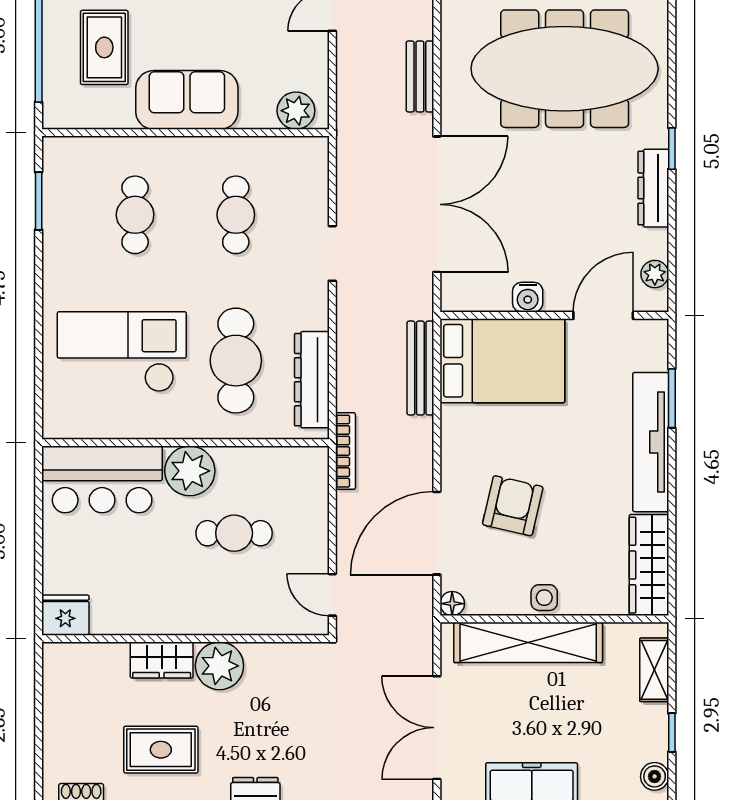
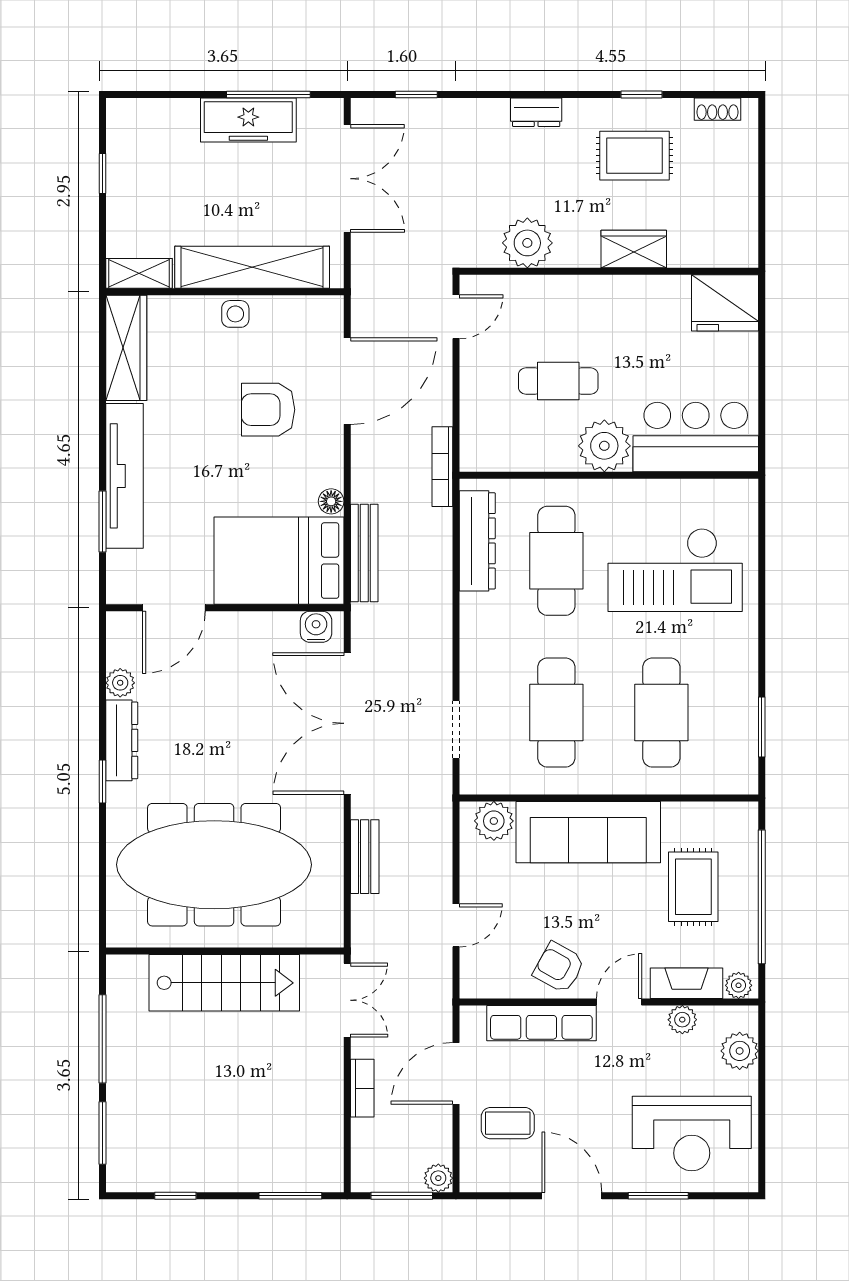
sofa: (187, 100) -> (588, 832), width x1.36
cafe table: (135, 215) -> (661, 713), width x1.37, depth x1.35
cafe table: (236, 215) -> (556, 713), width x1.37, depth x1.35
doorway: (332, 253) -> (456, 730), moved
plant: (655, 274) -> (120, 683), moved
water cooler: (528, 297) -> (316, 627), moved
armchair: (513, 506) -> (268, 410), turned 77
door: (332, 595) -> (456, 317), hinge flipped
floor lamp: (452, 604) -> (331, 501), moved
fridge: (65, 615) -> (725, 303), width x1.36, depth x1.34
plant: (219, 666) -> (527, 243), moved
shelving: (654, 670) -> (139, 273), moved, turned 90
boiler: (655, 776) -> (120, 128), removed

